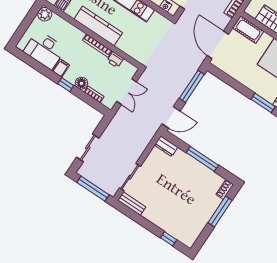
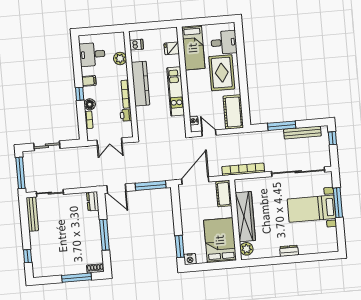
plant: (45, 14) -> (120, 59), moved
desk: (45, 50) -> (92, 54), width x0.73
bench: (132, 204) -> (32, 214), width x1.36

